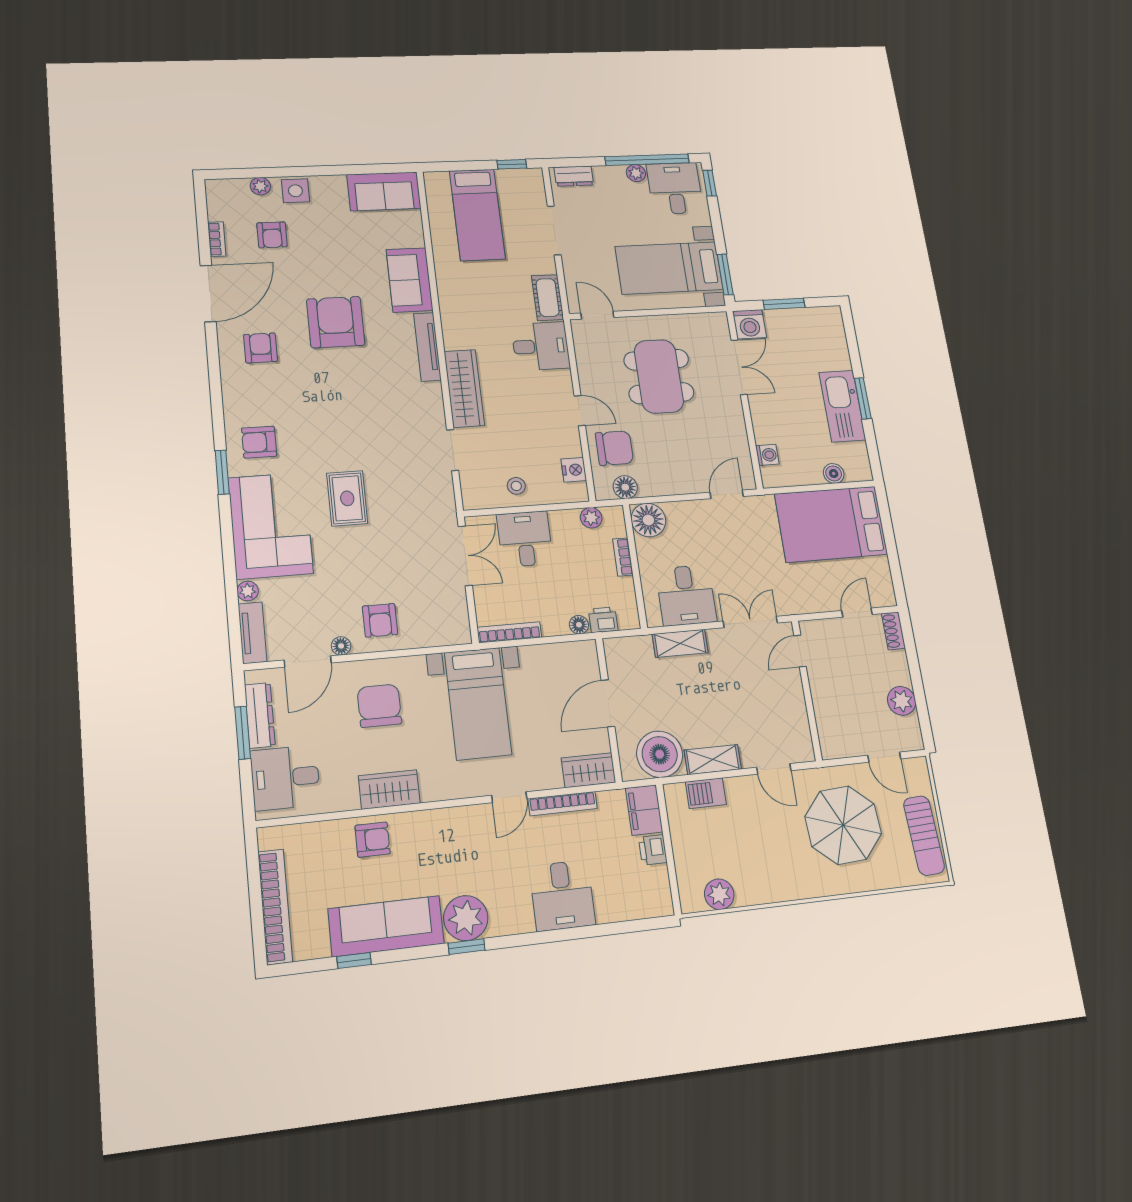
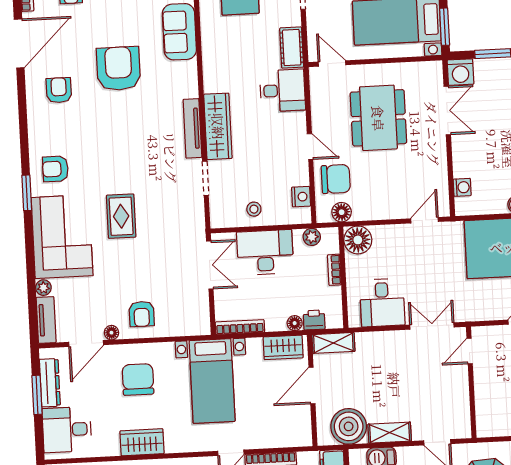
tv unit: (427, 347) -> (192, 128), moved
desk: (525, 539) -> (265, 252), width x1.37
shelving: (680, 643) -> (333, 343), moved
wardrobe: (588, 770) -> (283, 347), moved, turned 180

